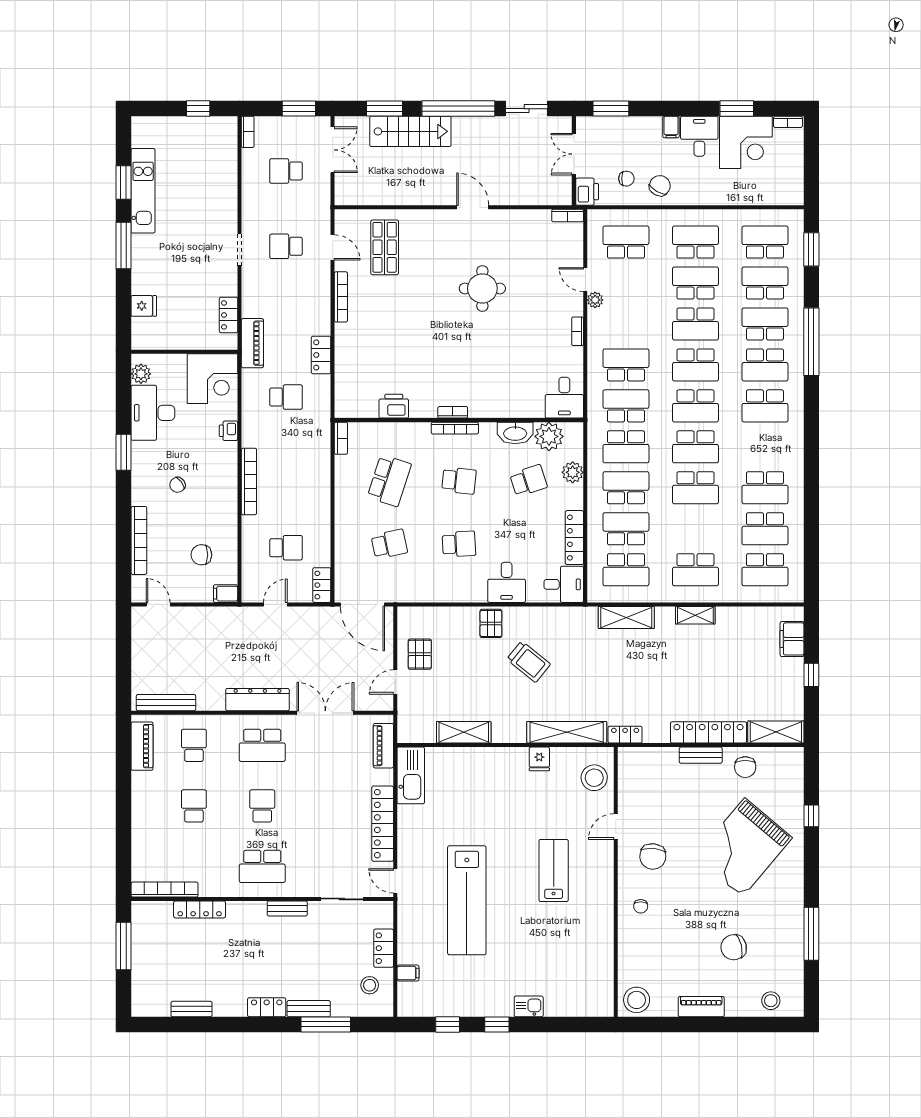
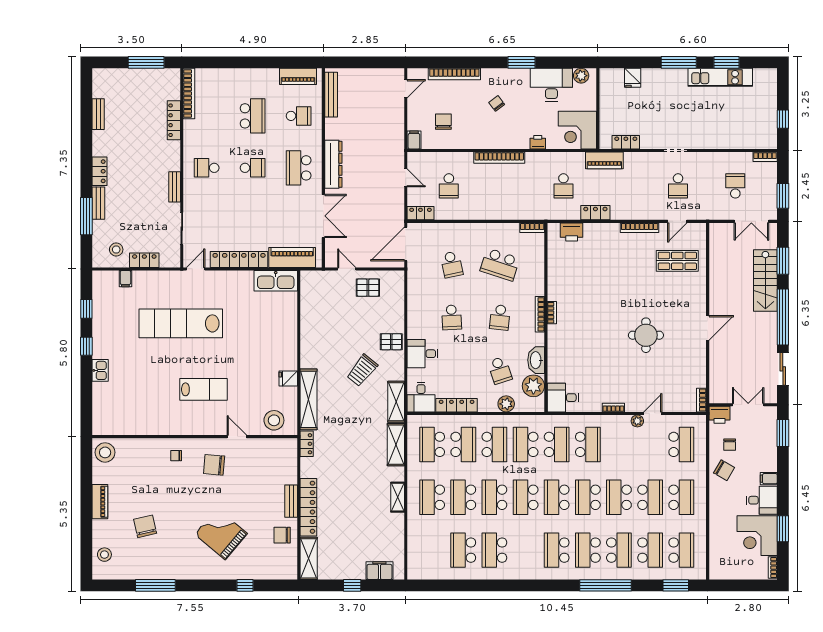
school desk: (286, 246) -> (678, 186), turned 180
printer: (394, 406) -> (572, 232), moved, turned 90
school desk: (765, 570) -> (463, 497), moved
shelving: (464, 732) -> (396, 402), moved
piano: (383, 746) -> (292, 257), width x1.37, depth x1.33
school desk: (194, 806) -> (253, 116), width x1.85
grand piano: (744, 847) -> (221, 534), width x0.73, depth x0.68
school desk: (262, 866) -> (207, 168), width x0.54

